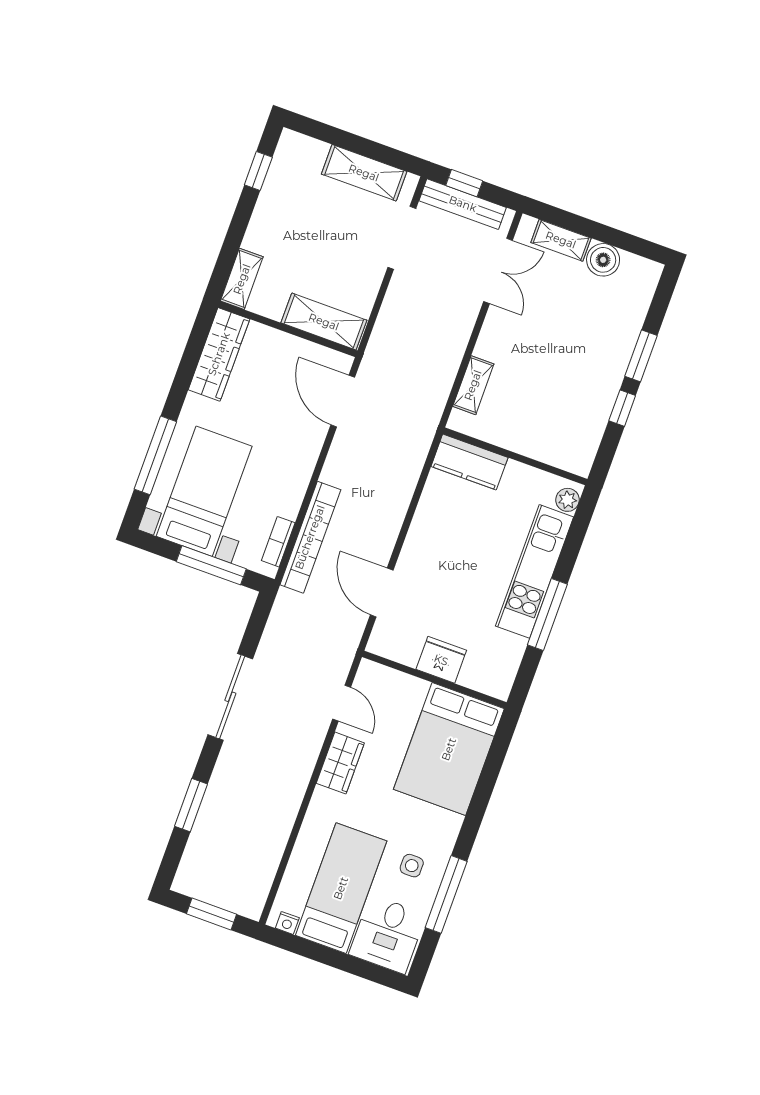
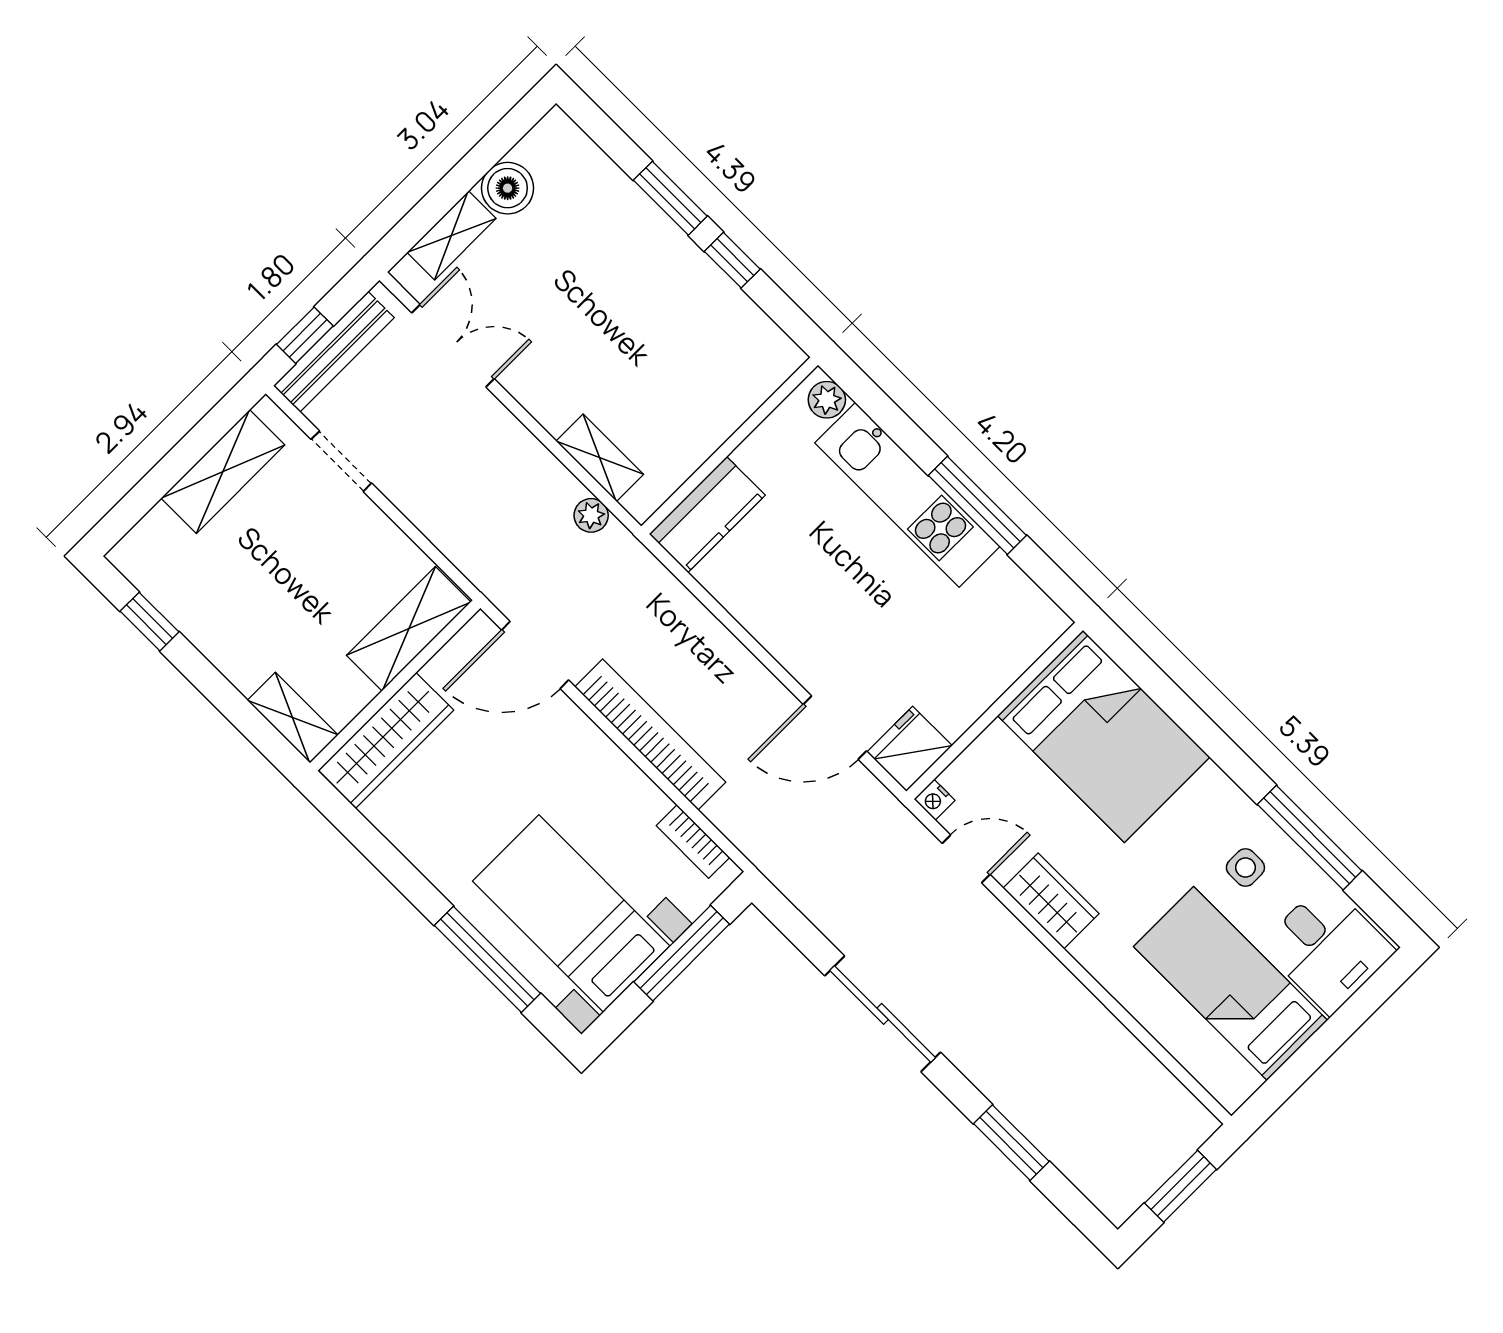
doorway: (402, 238) -> (341, 461), width x0.73
wardrobe: (219, 354) -> (386, 740), moved, turned 90
plant: (438, 396) -> (591, 515), added
bookcase: (310, 537) -> (650, 735), moved
fridge: (441, 660) -> (910, 749), moved
nightstand: (287, 923) -> (935, 800), moved, turned 90

